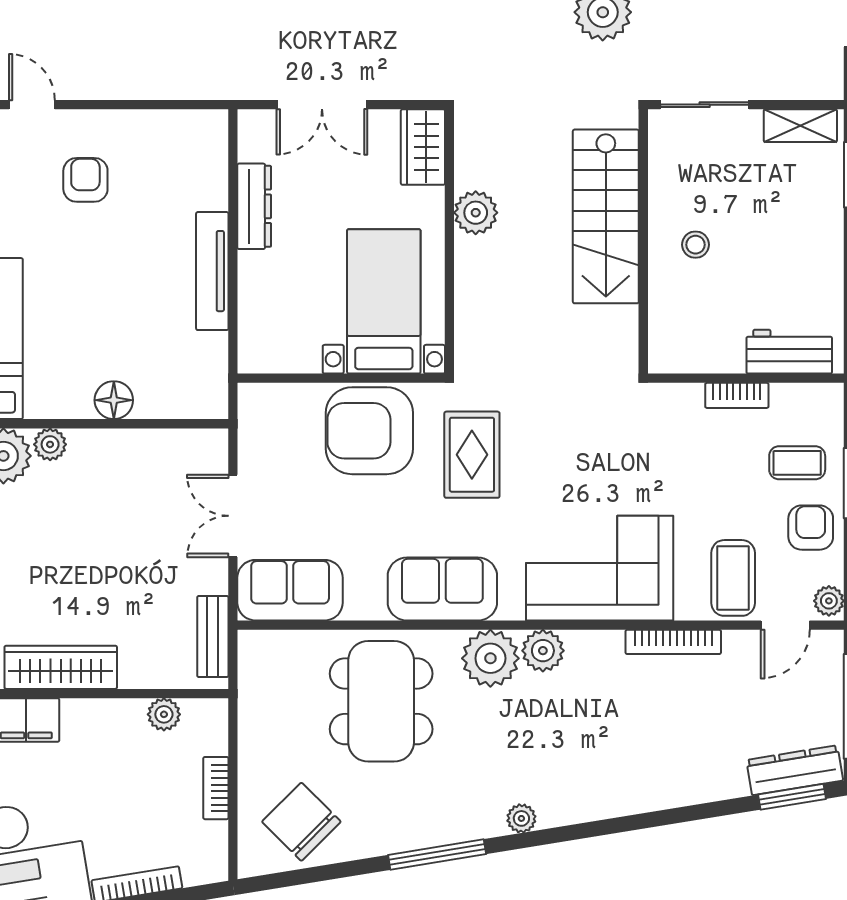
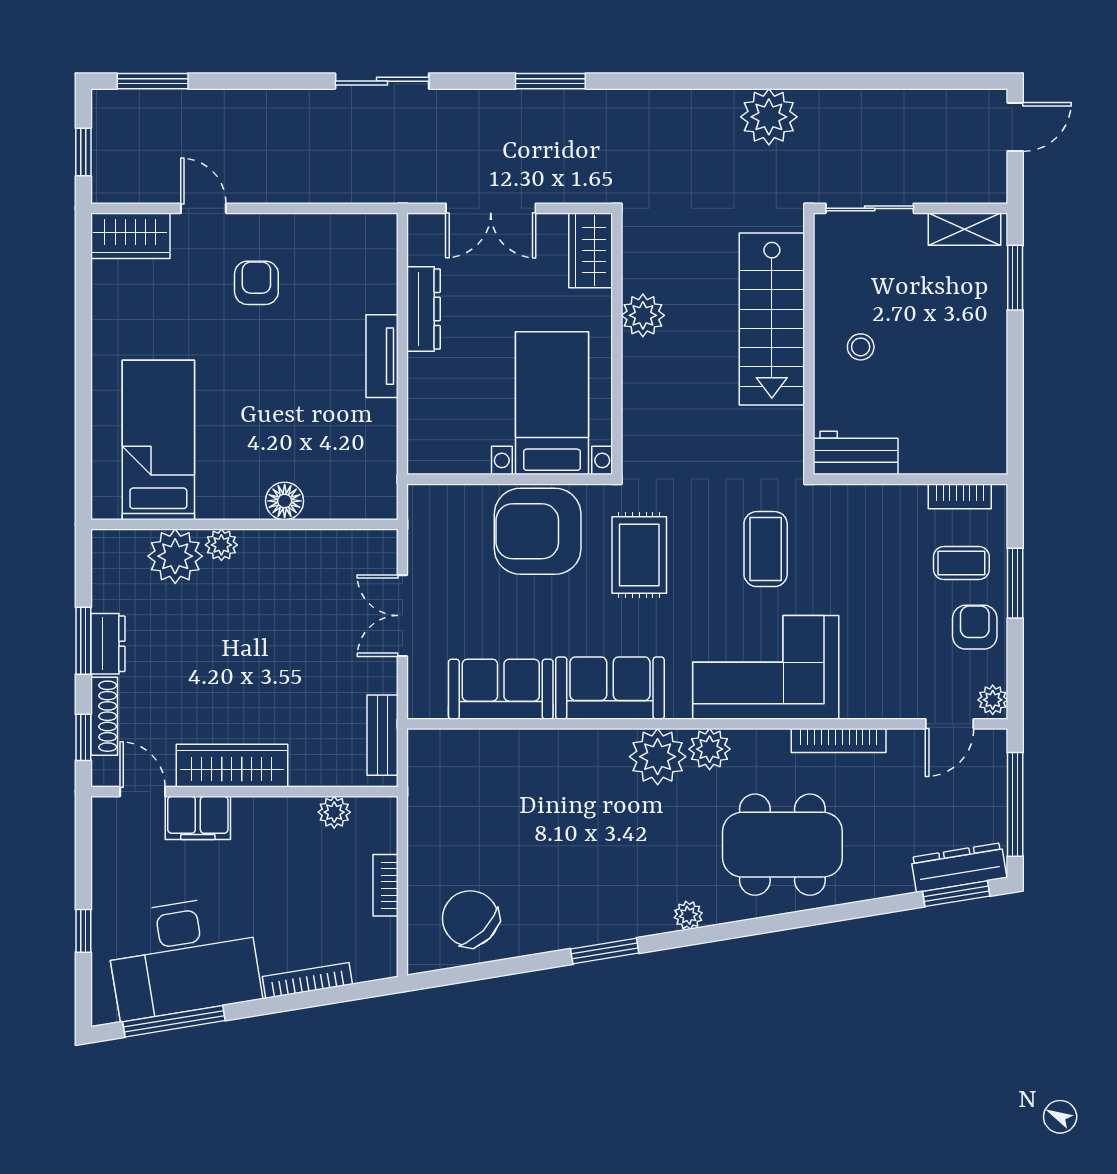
tv unit: (212, 271) -> (382, 356), width x0.71
workbench: (789, 352) -> (856, 453), moved
bookcase: (737, 395) -> (960, 496), moved
coffee table: (733, 578) -> (766, 549), moved
sofa: (290, 590) -> (501, 689), moved
dining table: (381, 701) -> (782, 845), moved, turned 90
window: (437, 855) -> (605, 951), width x0.69

